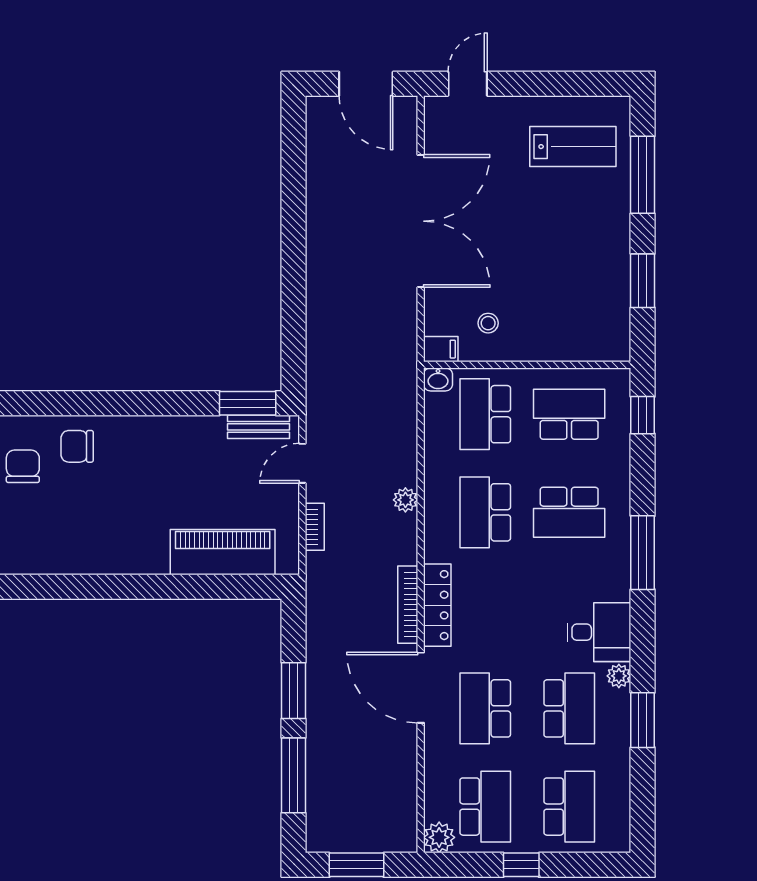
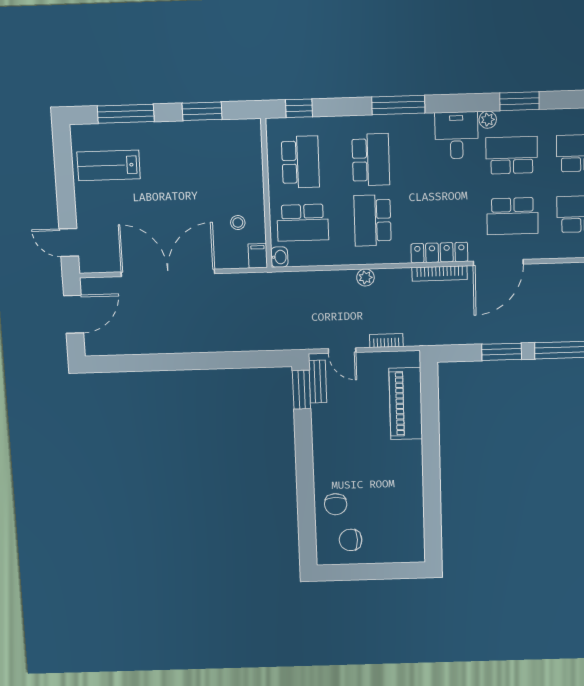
lab bench: (573, 147) -> (109, 165), turned -90
school desk: (569, 414) -> (300, 162), turned 180
school desk: (485, 512) -> (373, 220), turned 90

